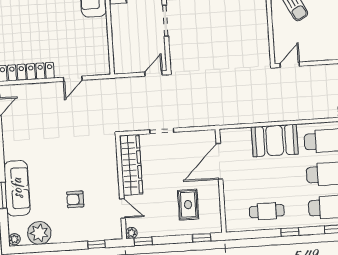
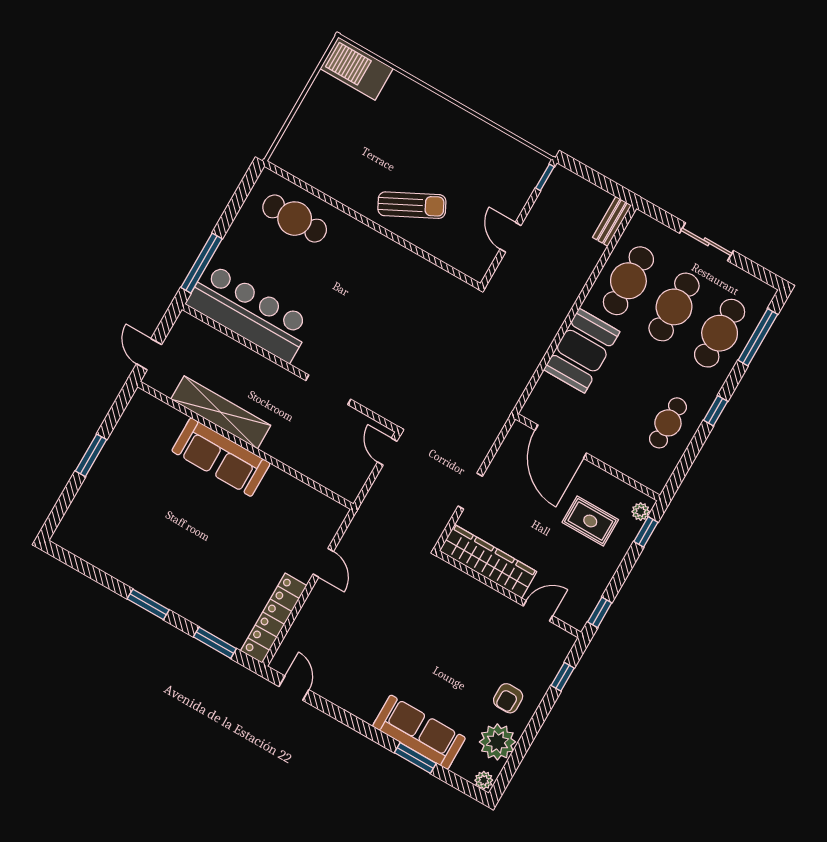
door: (290, 65) -> (511, 237), moved
armchair: (75, 199) -> (508, 698), moved
plant: (131, 233) -> (641, 512), moved

